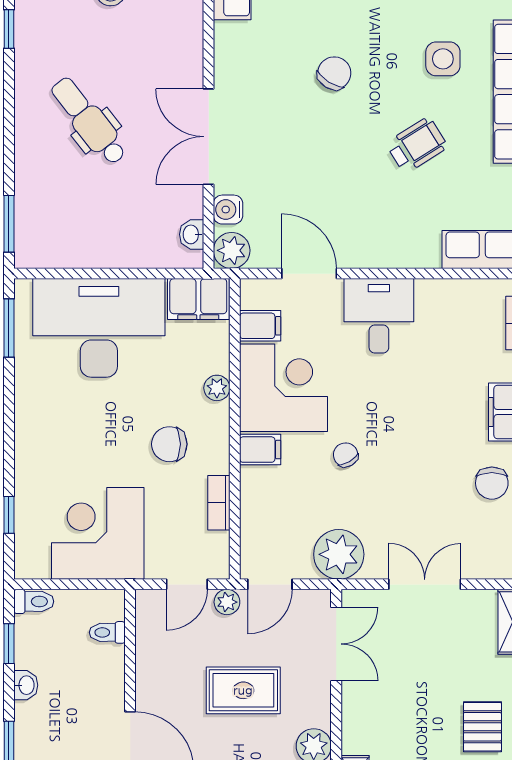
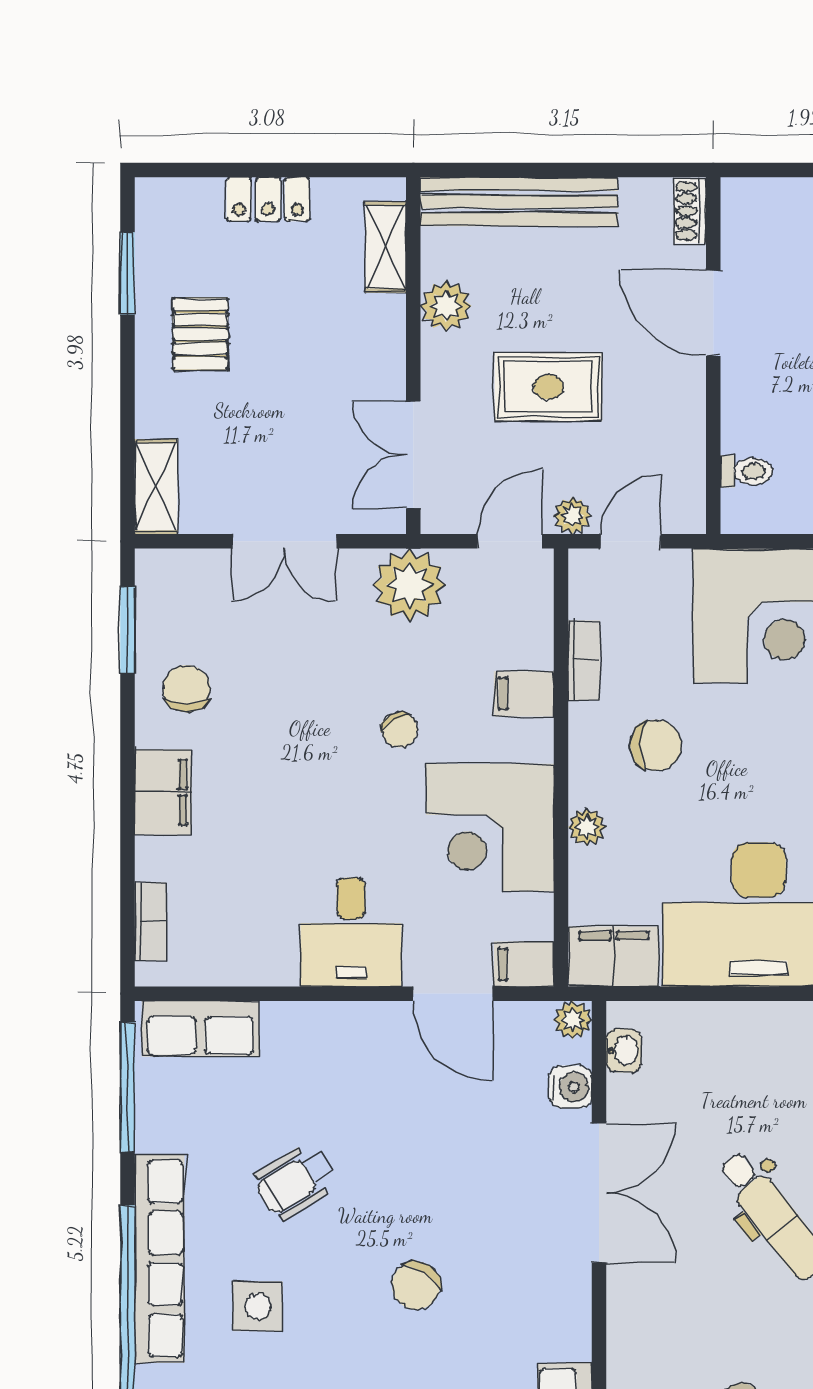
plant: (232, 250) -> (573, 1020), width x0.73, depth x0.73
filing cabinet: (260, 326) -> (524, 964), moved
filing cabinet: (260, 450) -> (524, 694), moved

